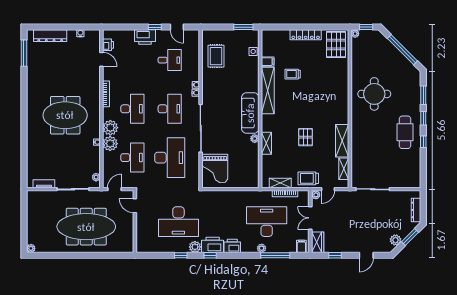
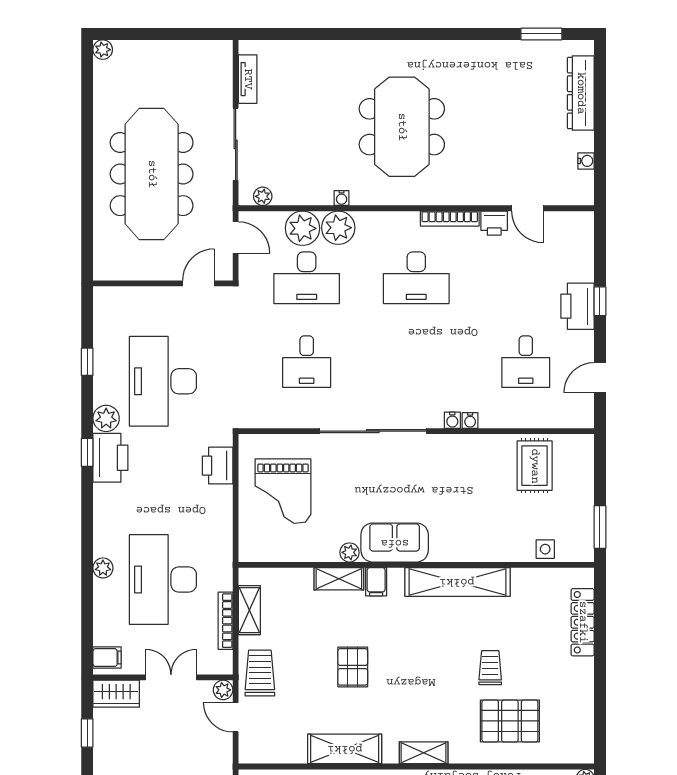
window: (155, 27) -> (600, 301), moved
locker: (306, 35) -> (583, 622), moved
pallet: (336, 44) -> (510, 721), moved
printer: (108, 45) -> (494, 223), moved
window: (24, 53) -> (541, 34), width x0.69
rug: (216, 56) -> (535, 466), turned 90
door: (101, 59) -> (528, 208), hinge flipped
filing cabinet: (268, 62) -> (376, 582), moved
trolley: (293, 74) -> (490, 668), moved
desk: (170, 109) -> (416, 362), removed
sofa: (250, 113) -> (395, 543), width x0.73
plant: (110, 128) -> (303, 228), moved
pallet: (306, 137) -> (353, 667), turned 90
desk: (170, 158) -> (307, 362), width x0.53, depth x0.77
grand piano: (215, 169) -> (283, 491), moved, turned -90
shelving: (344, 169) -> (424, 753), moved
desk: (267, 222) -> (163, 579), turned 180
printer: (232, 246) -> (218, 466), moved, turned 180
window: (181, 255) -> (87, 362), moved
window: (275, 255) -> (87, 599), removed

